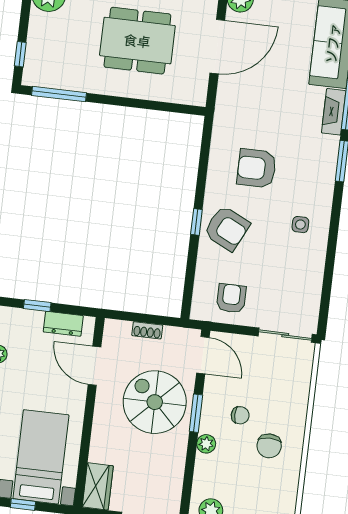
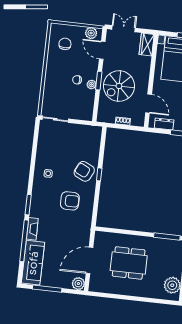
armchair: (231, 298) -> (82, 137), removed
door: (203, 355) -> (102, 50), moved
spiral stairs: (155, 402) -> (119, 86), turned 90
plant: (206, 444) -> (92, 85), moved
chair: (269, 446) -> (65, 44), moved

